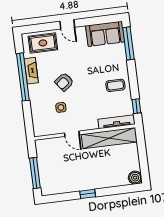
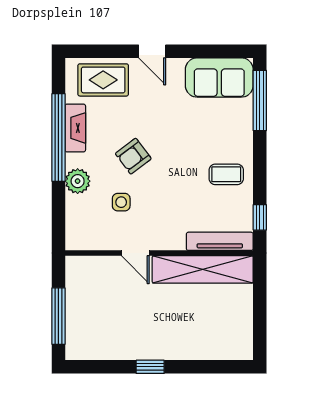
plant: (36, 99) -> (78, 181), added
boiler: (135, 178) -> (241, 348), removed

